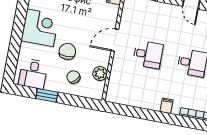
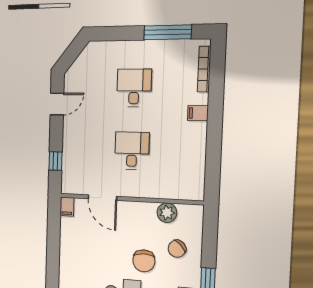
door: (115, 40) -> (102, 198), moved
chair: (67, 51) -> (144, 261), turned -90

